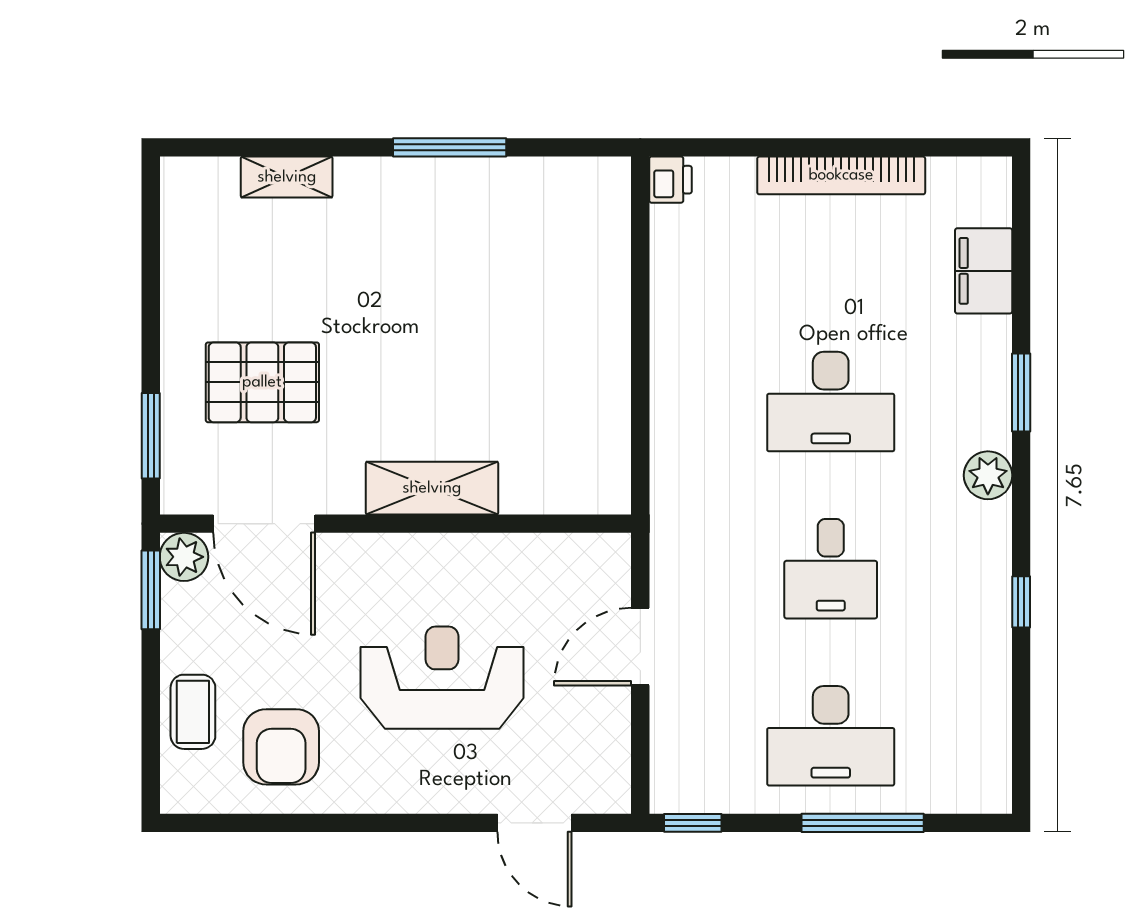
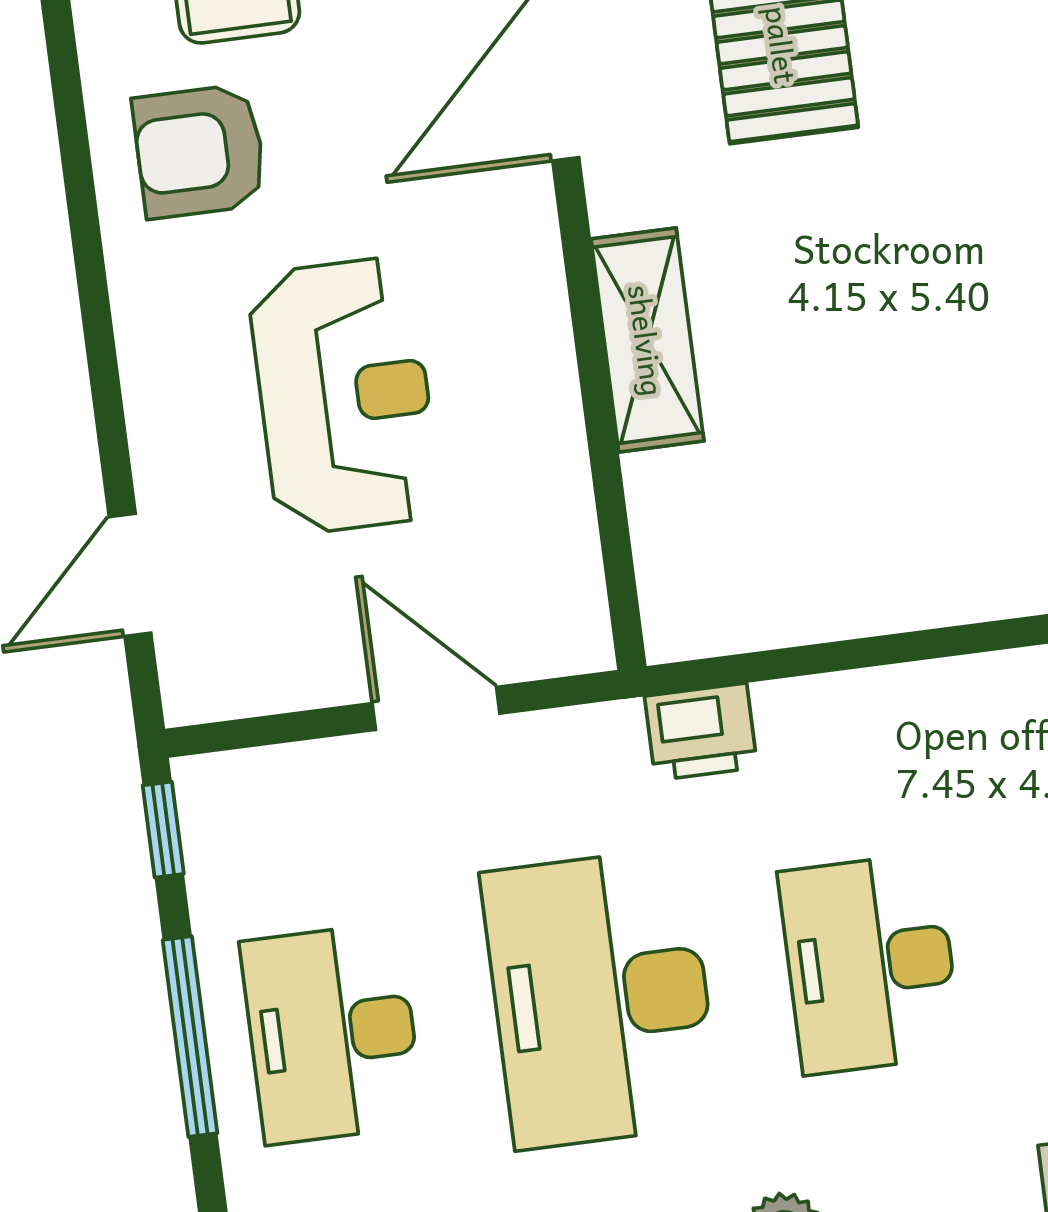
printer: (676, 486) -> (701, 732), added
desk: (831, 569) -> (601, 998), width x1.87, depth x1.30
window: (863, 823) -> (190, 1037), moved

